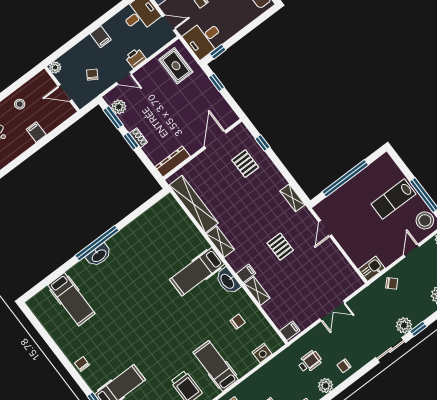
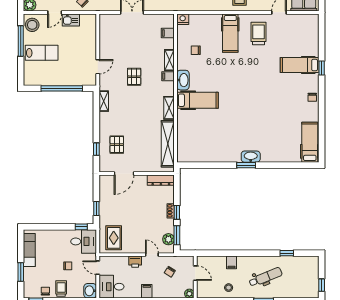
window: (97, 243) -> (246, 165), width x0.47
kitchen sink: (372, 269) -> (71, 20), moved
hospital bed: (71, 299) -> (310, 142), moved
filing cabinet: (290, 331) -> (168, 33), moved
nightstand: (262, 353) -> (183, 19), moved

